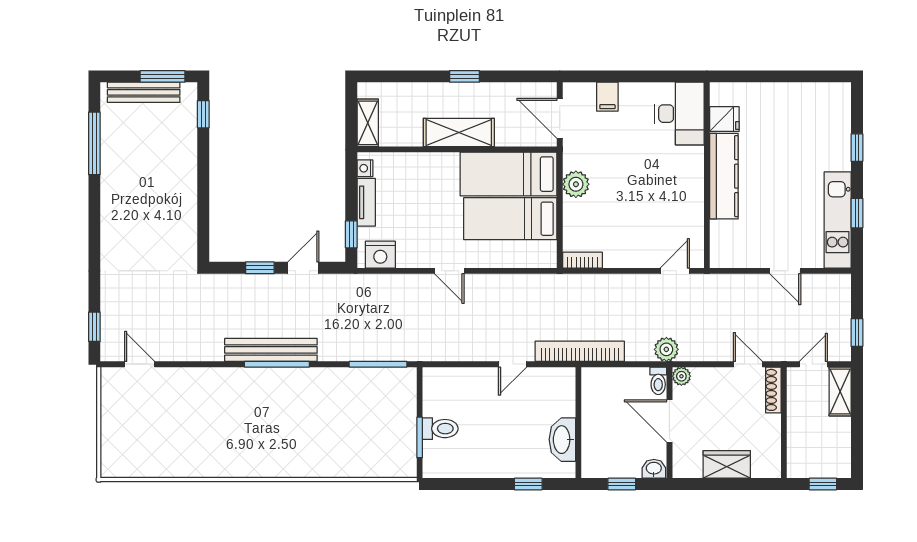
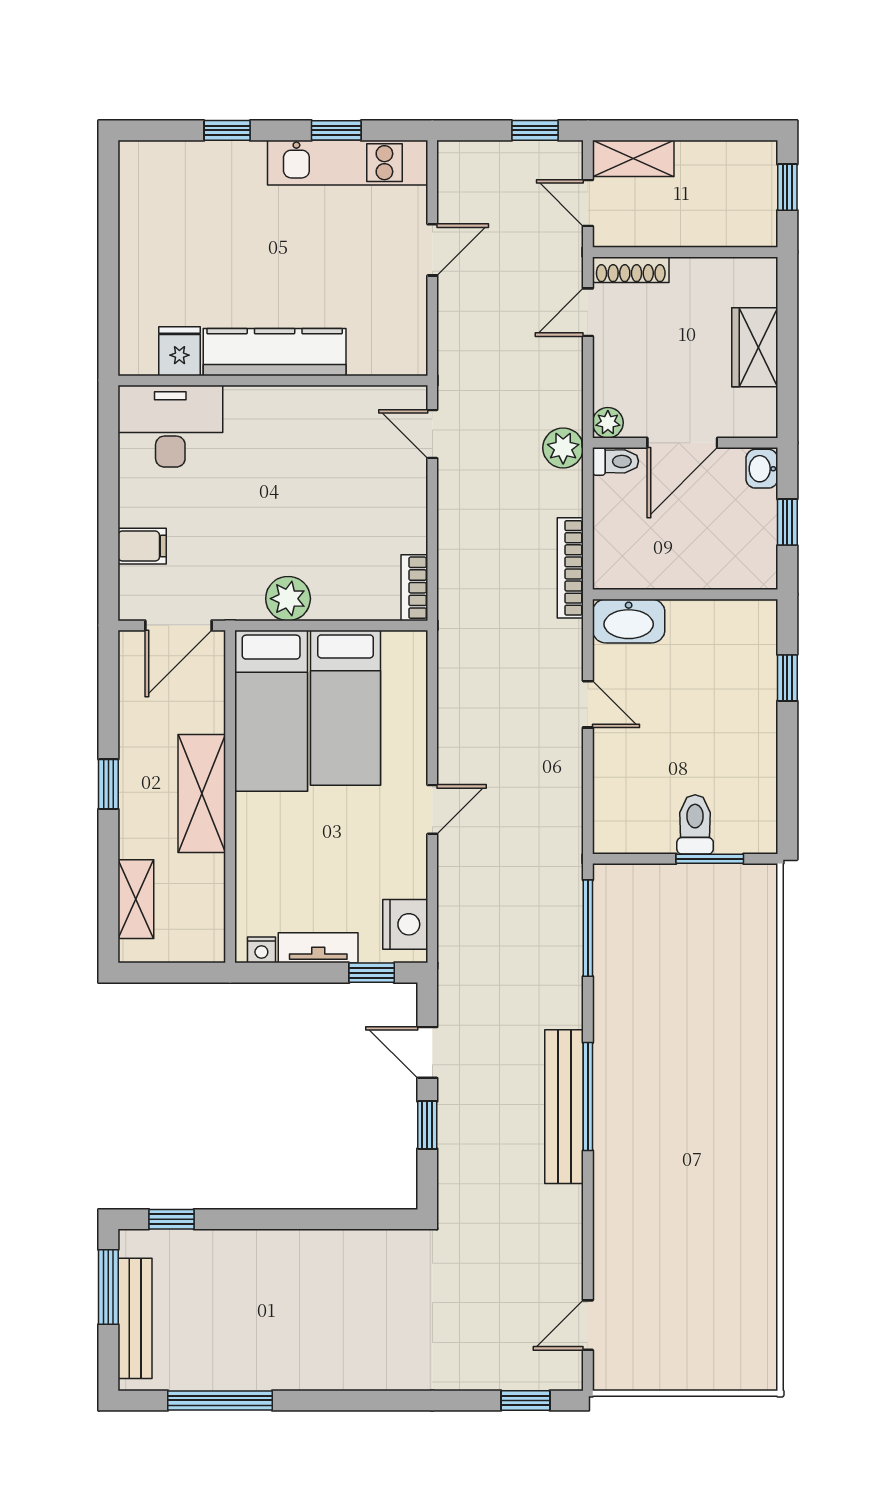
shelving: (368, 123) -> (136, 899), moved, turned 90
bookcase: (580, 351) -> (570, 568), width x0.68, depth x0.76
washbasin: (562, 440) -> (629, 621), moved

